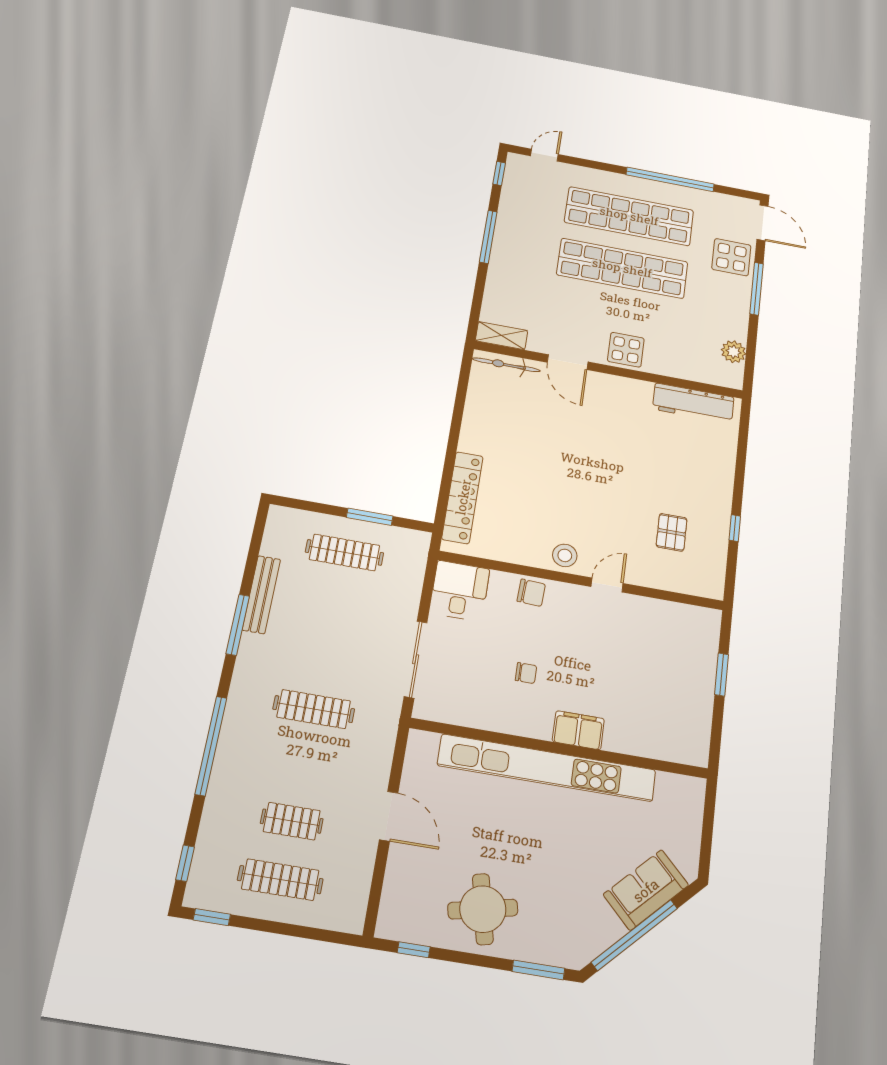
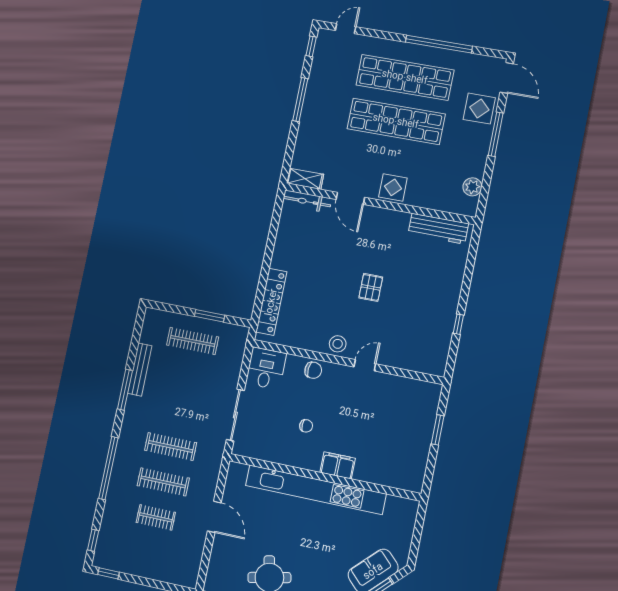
pallet: (672, 532) -> (371, 287), moved
clothes rail: (280, 880) -> (163, 482), moved

